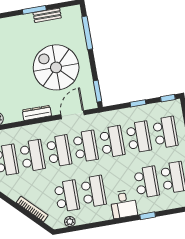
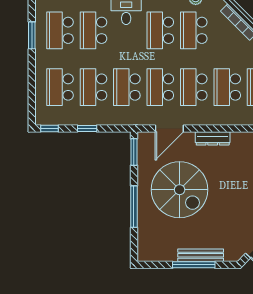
window: (34, 10) -> (194, 265), width x1.44
bench: (47, 15) -> (201, 255), moved, width x1.36
window: (87, 33) -> (134, 207), moved

